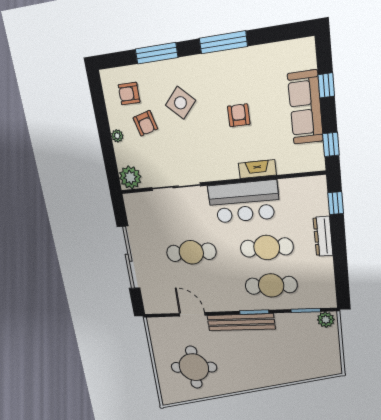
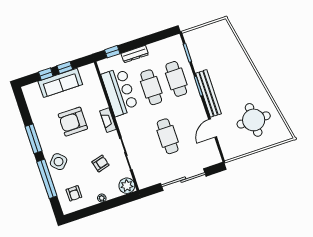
window: (157, 53) -> (47, 179), width x1.46
side table: (180, 103) -> (59, 162), moved
armchair: (239, 115) -> (73, 122), width x1.88, depth x1.88
armchair: (145, 123) -> (100, 163), moved
window: (331, 144) -> (65, 68), moved
fireplace: (257, 169) -> (108, 120), moved
bar counter: (244, 202) -> (120, 92), moved
plant: (326, 320) -> (190, 39), removed

